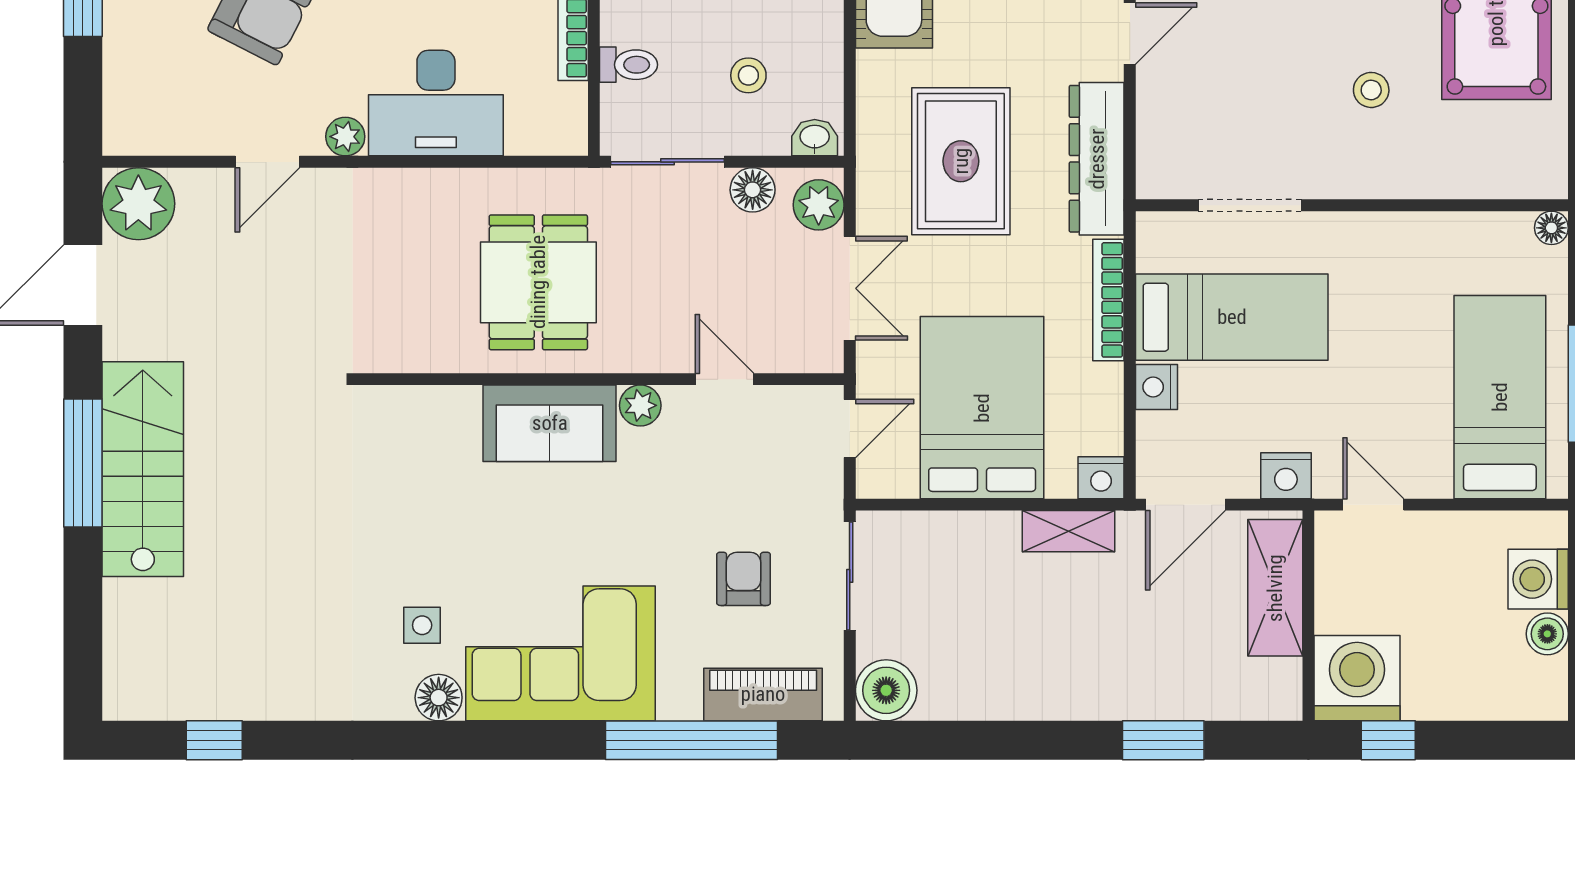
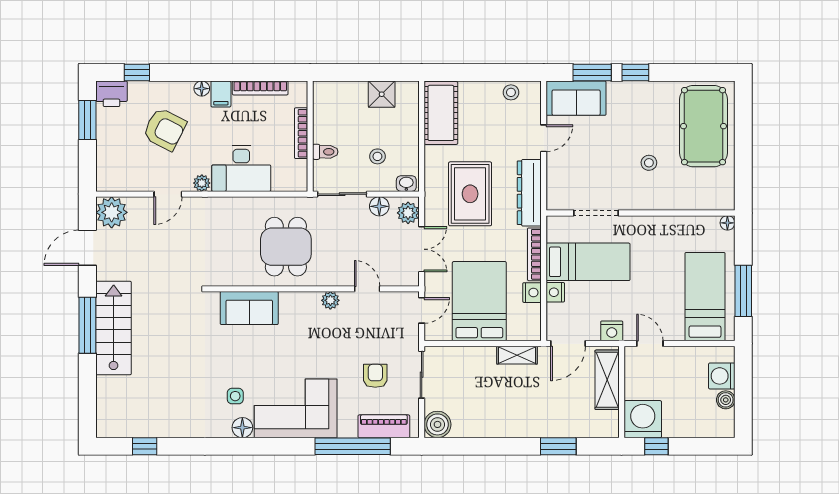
sofa: (550, 423) -> (249, 308), moved
nightstand: (1101, 478) -> (532, 293), moved, turned -90

